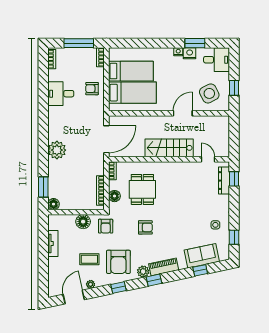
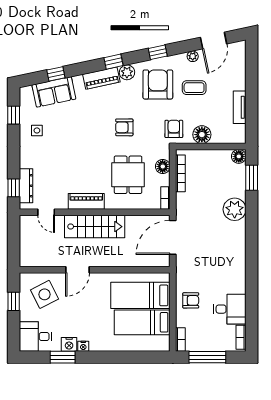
desk: (61, 94) -> (230, 309), moved
plant: (57, 150) -> (235, 209), moved
piano: (176, 168) -> (86, 201), added

